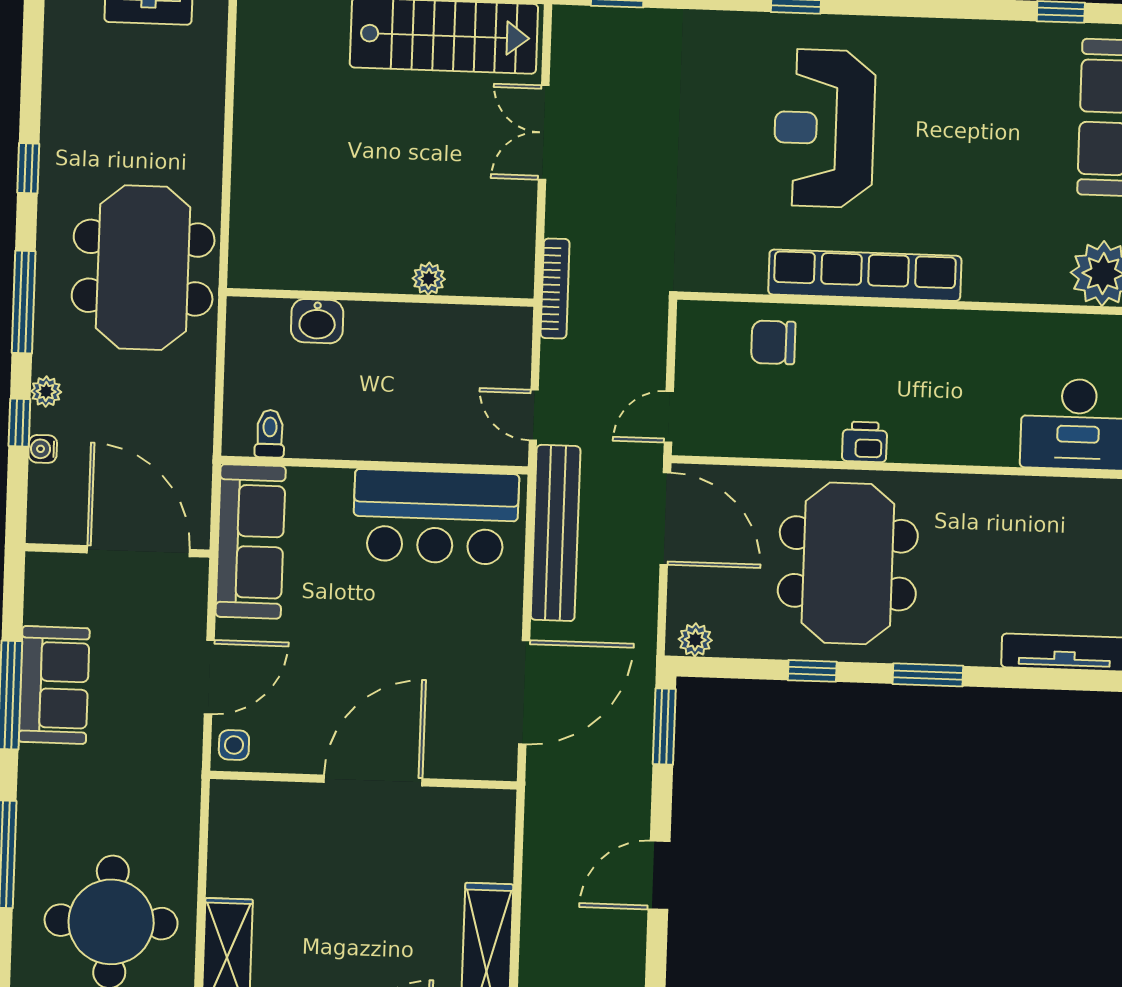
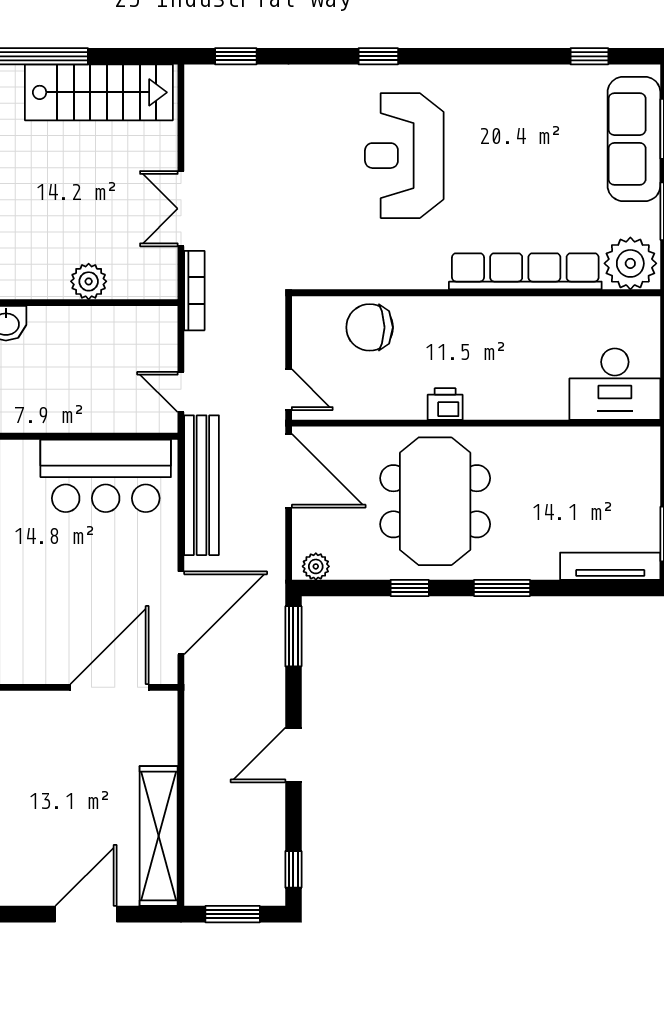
double door: (544, 132) -> (181, 209), moved
row of seats: (865, 275) -> (525, 271), moved
plant: (429, 279) -> (89, 281), width x1.38, depth x1.38
chair: (773, 342) -> (370, 327), width x1.37, depth x1.37
door: (669, 417) -> (289, 390), swing flipped
door: (373, 781) -> (110, 687), moved

